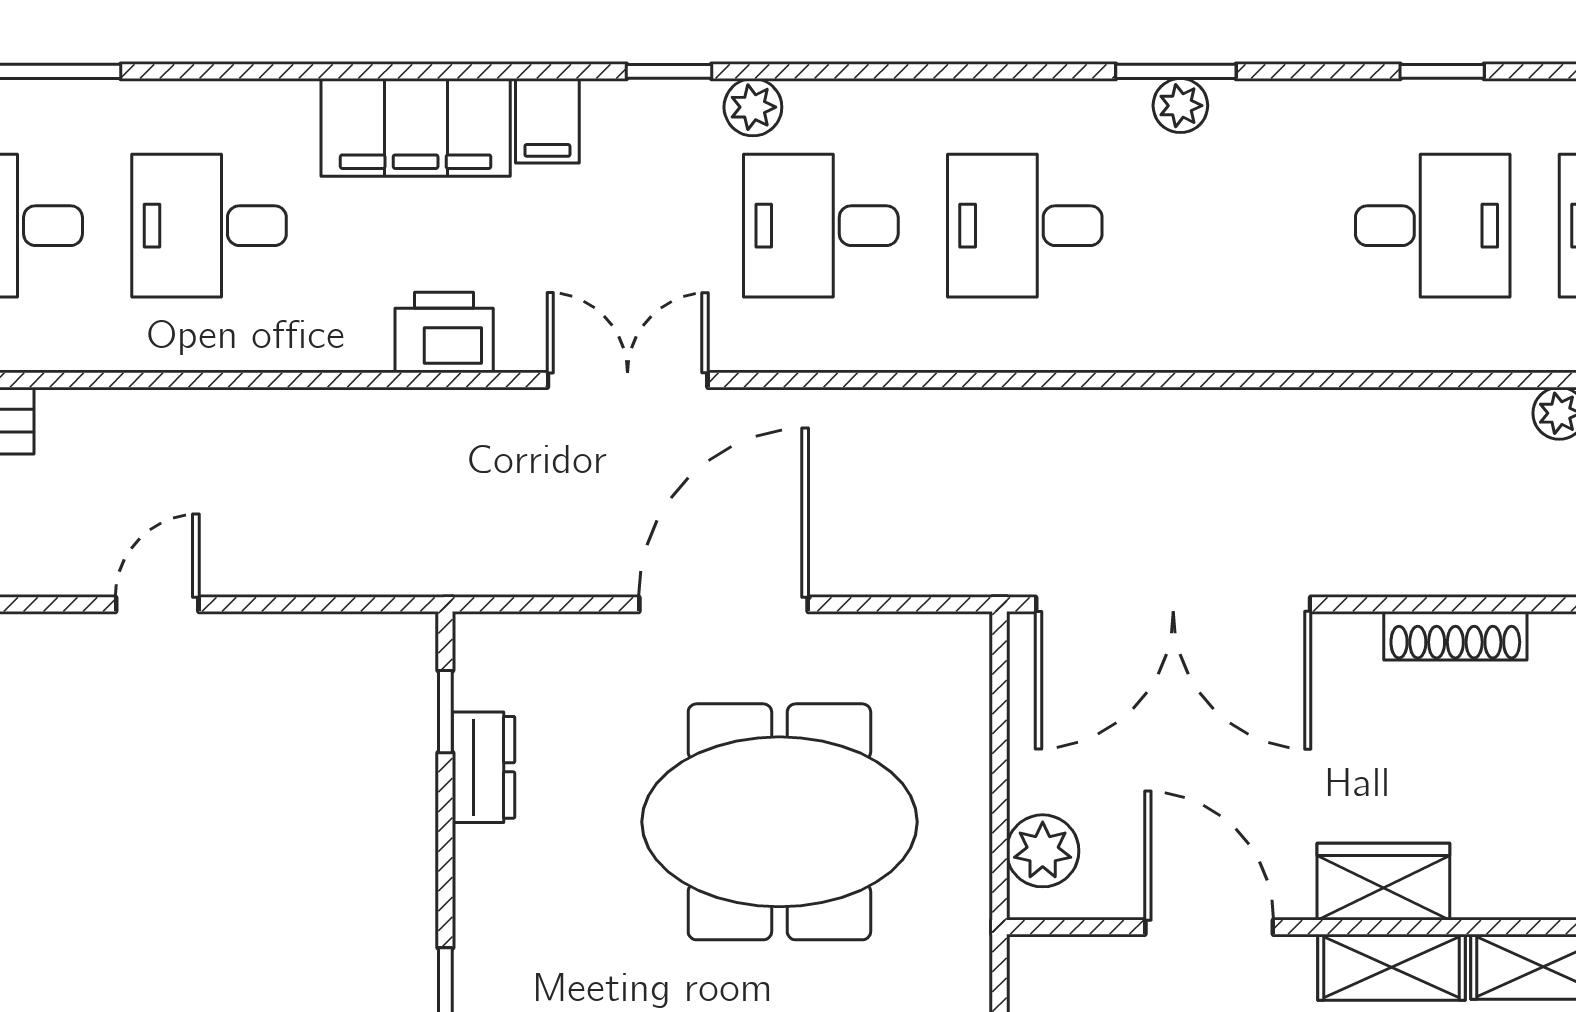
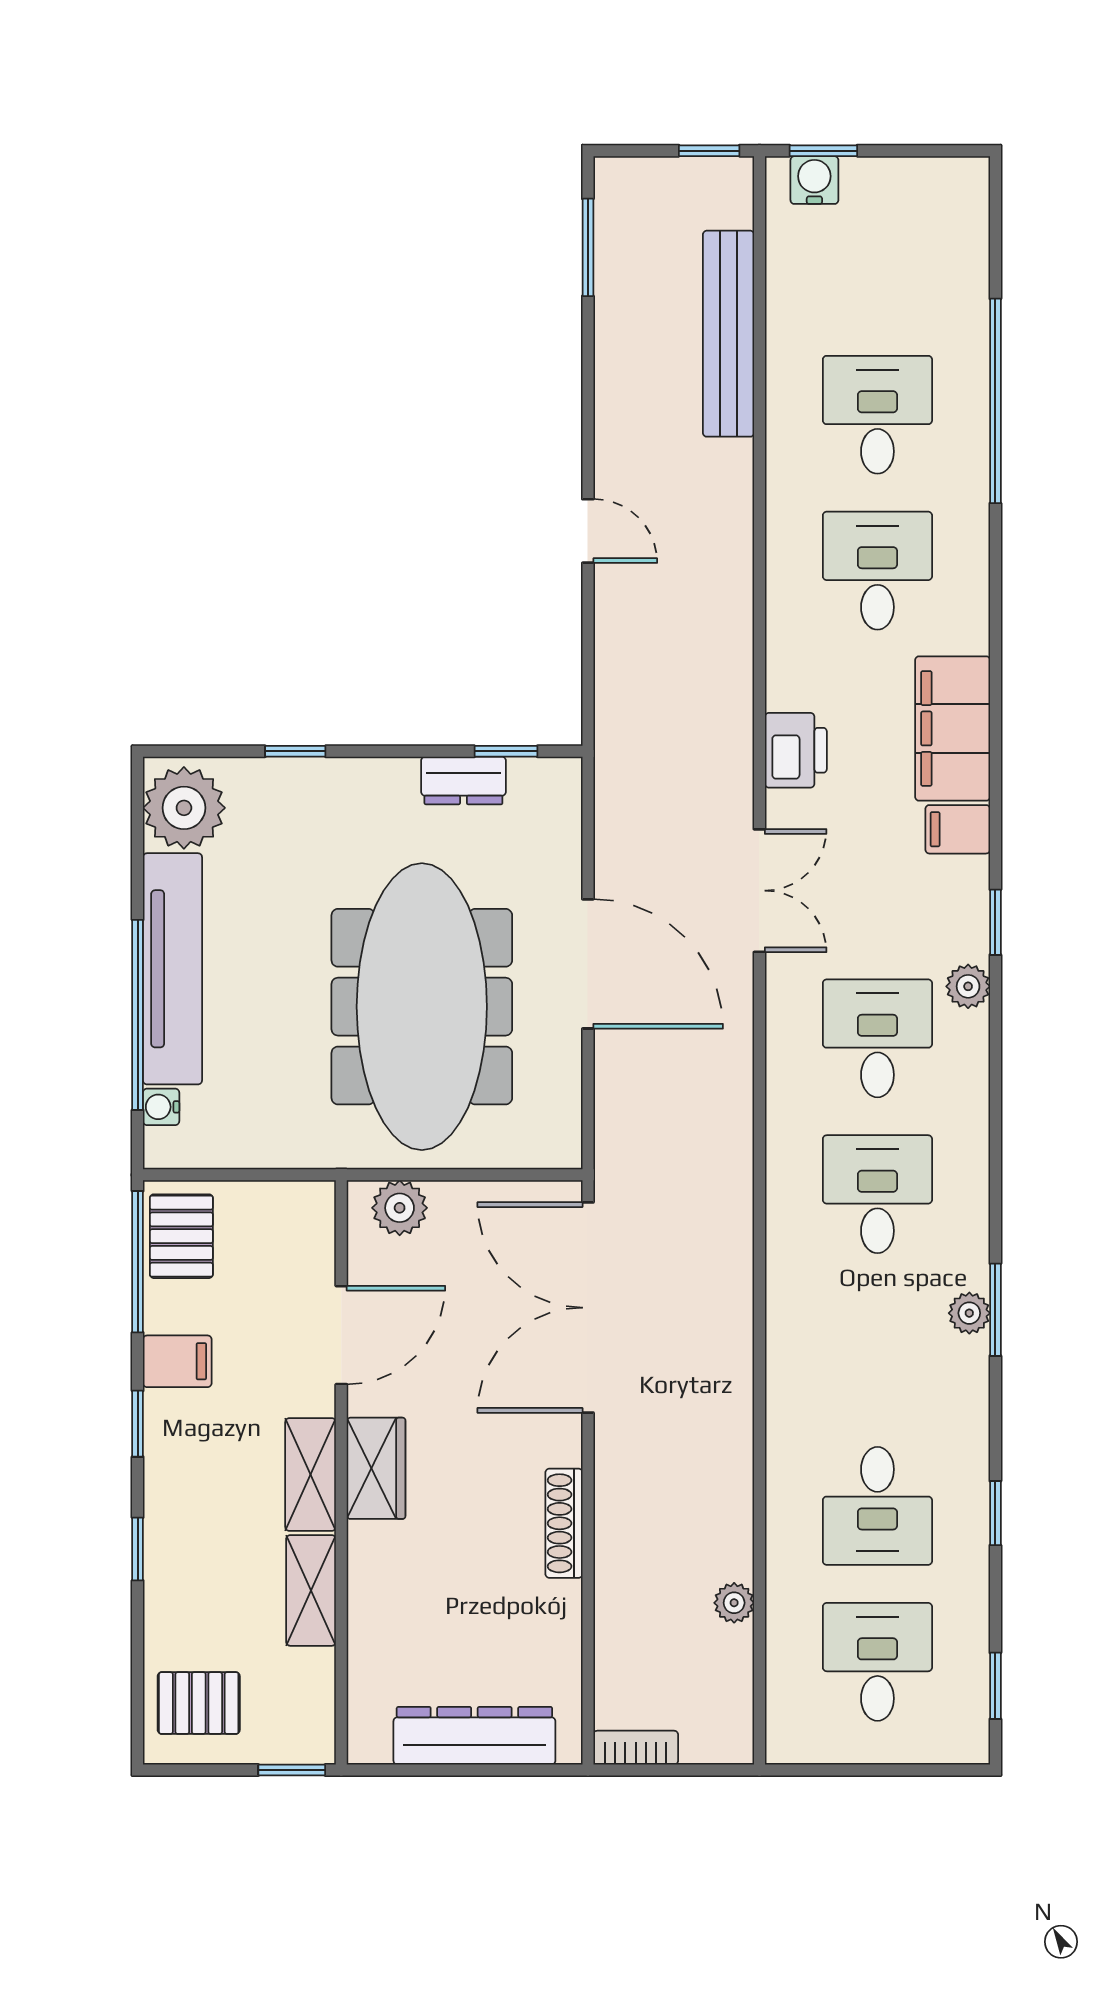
meeting table: (779, 822) -> (422, 1007), width x1.36

